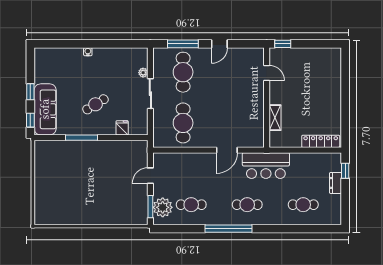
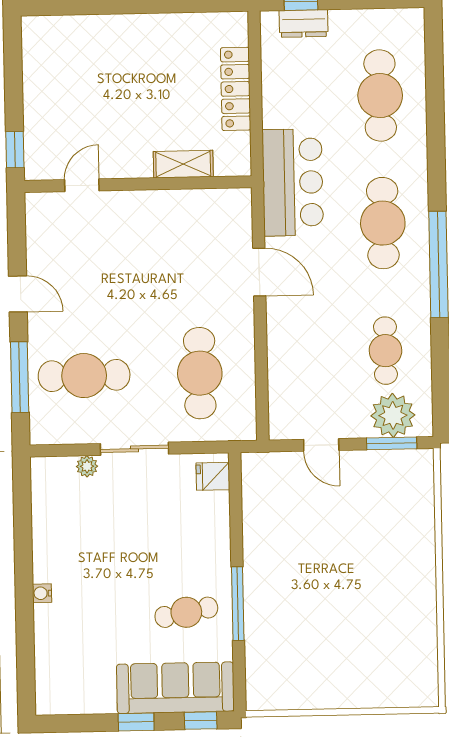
cafe table: (95, 104) -> (186, 612), moved, turned -69
cafe table: (183, 123) -> (200, 373), turned 90
fridge: (122, 128) -> (213, 476), moved
locker: (321, 141) -> (236, 89), moved
dresser: (336, 183) -> (304, 23), moved
cafe table: (247, 205) -> (383, 223), width x1.37, depth x1.35
cafe table: (303, 205) -> (380, 96), width x1.37, depth x1.35

